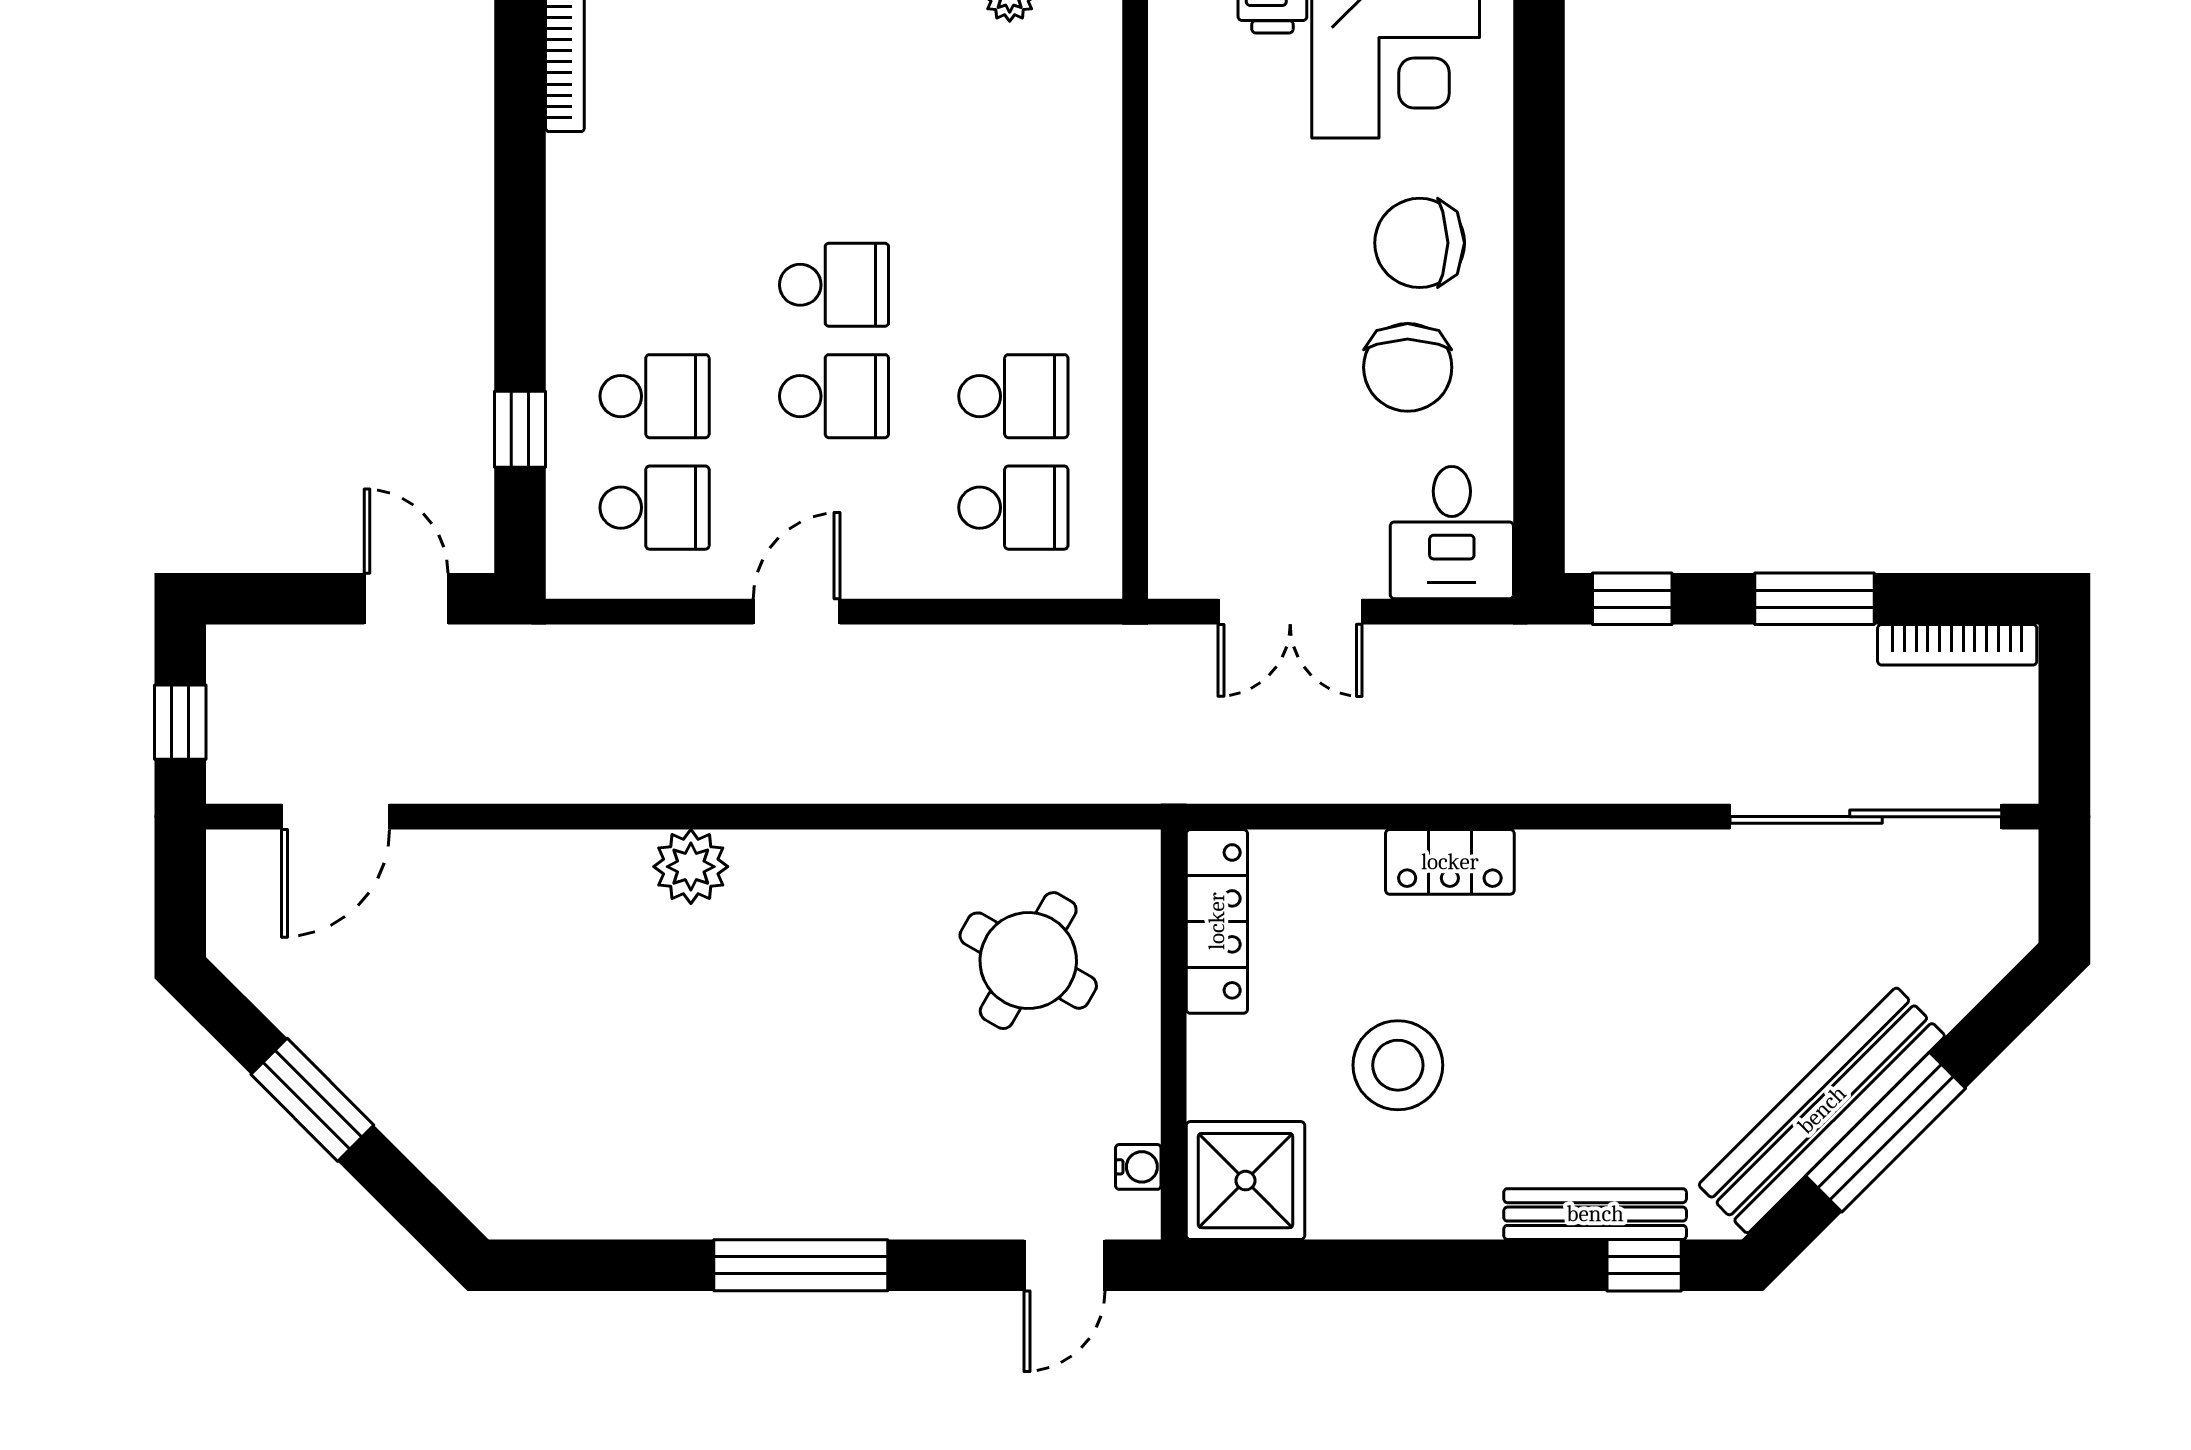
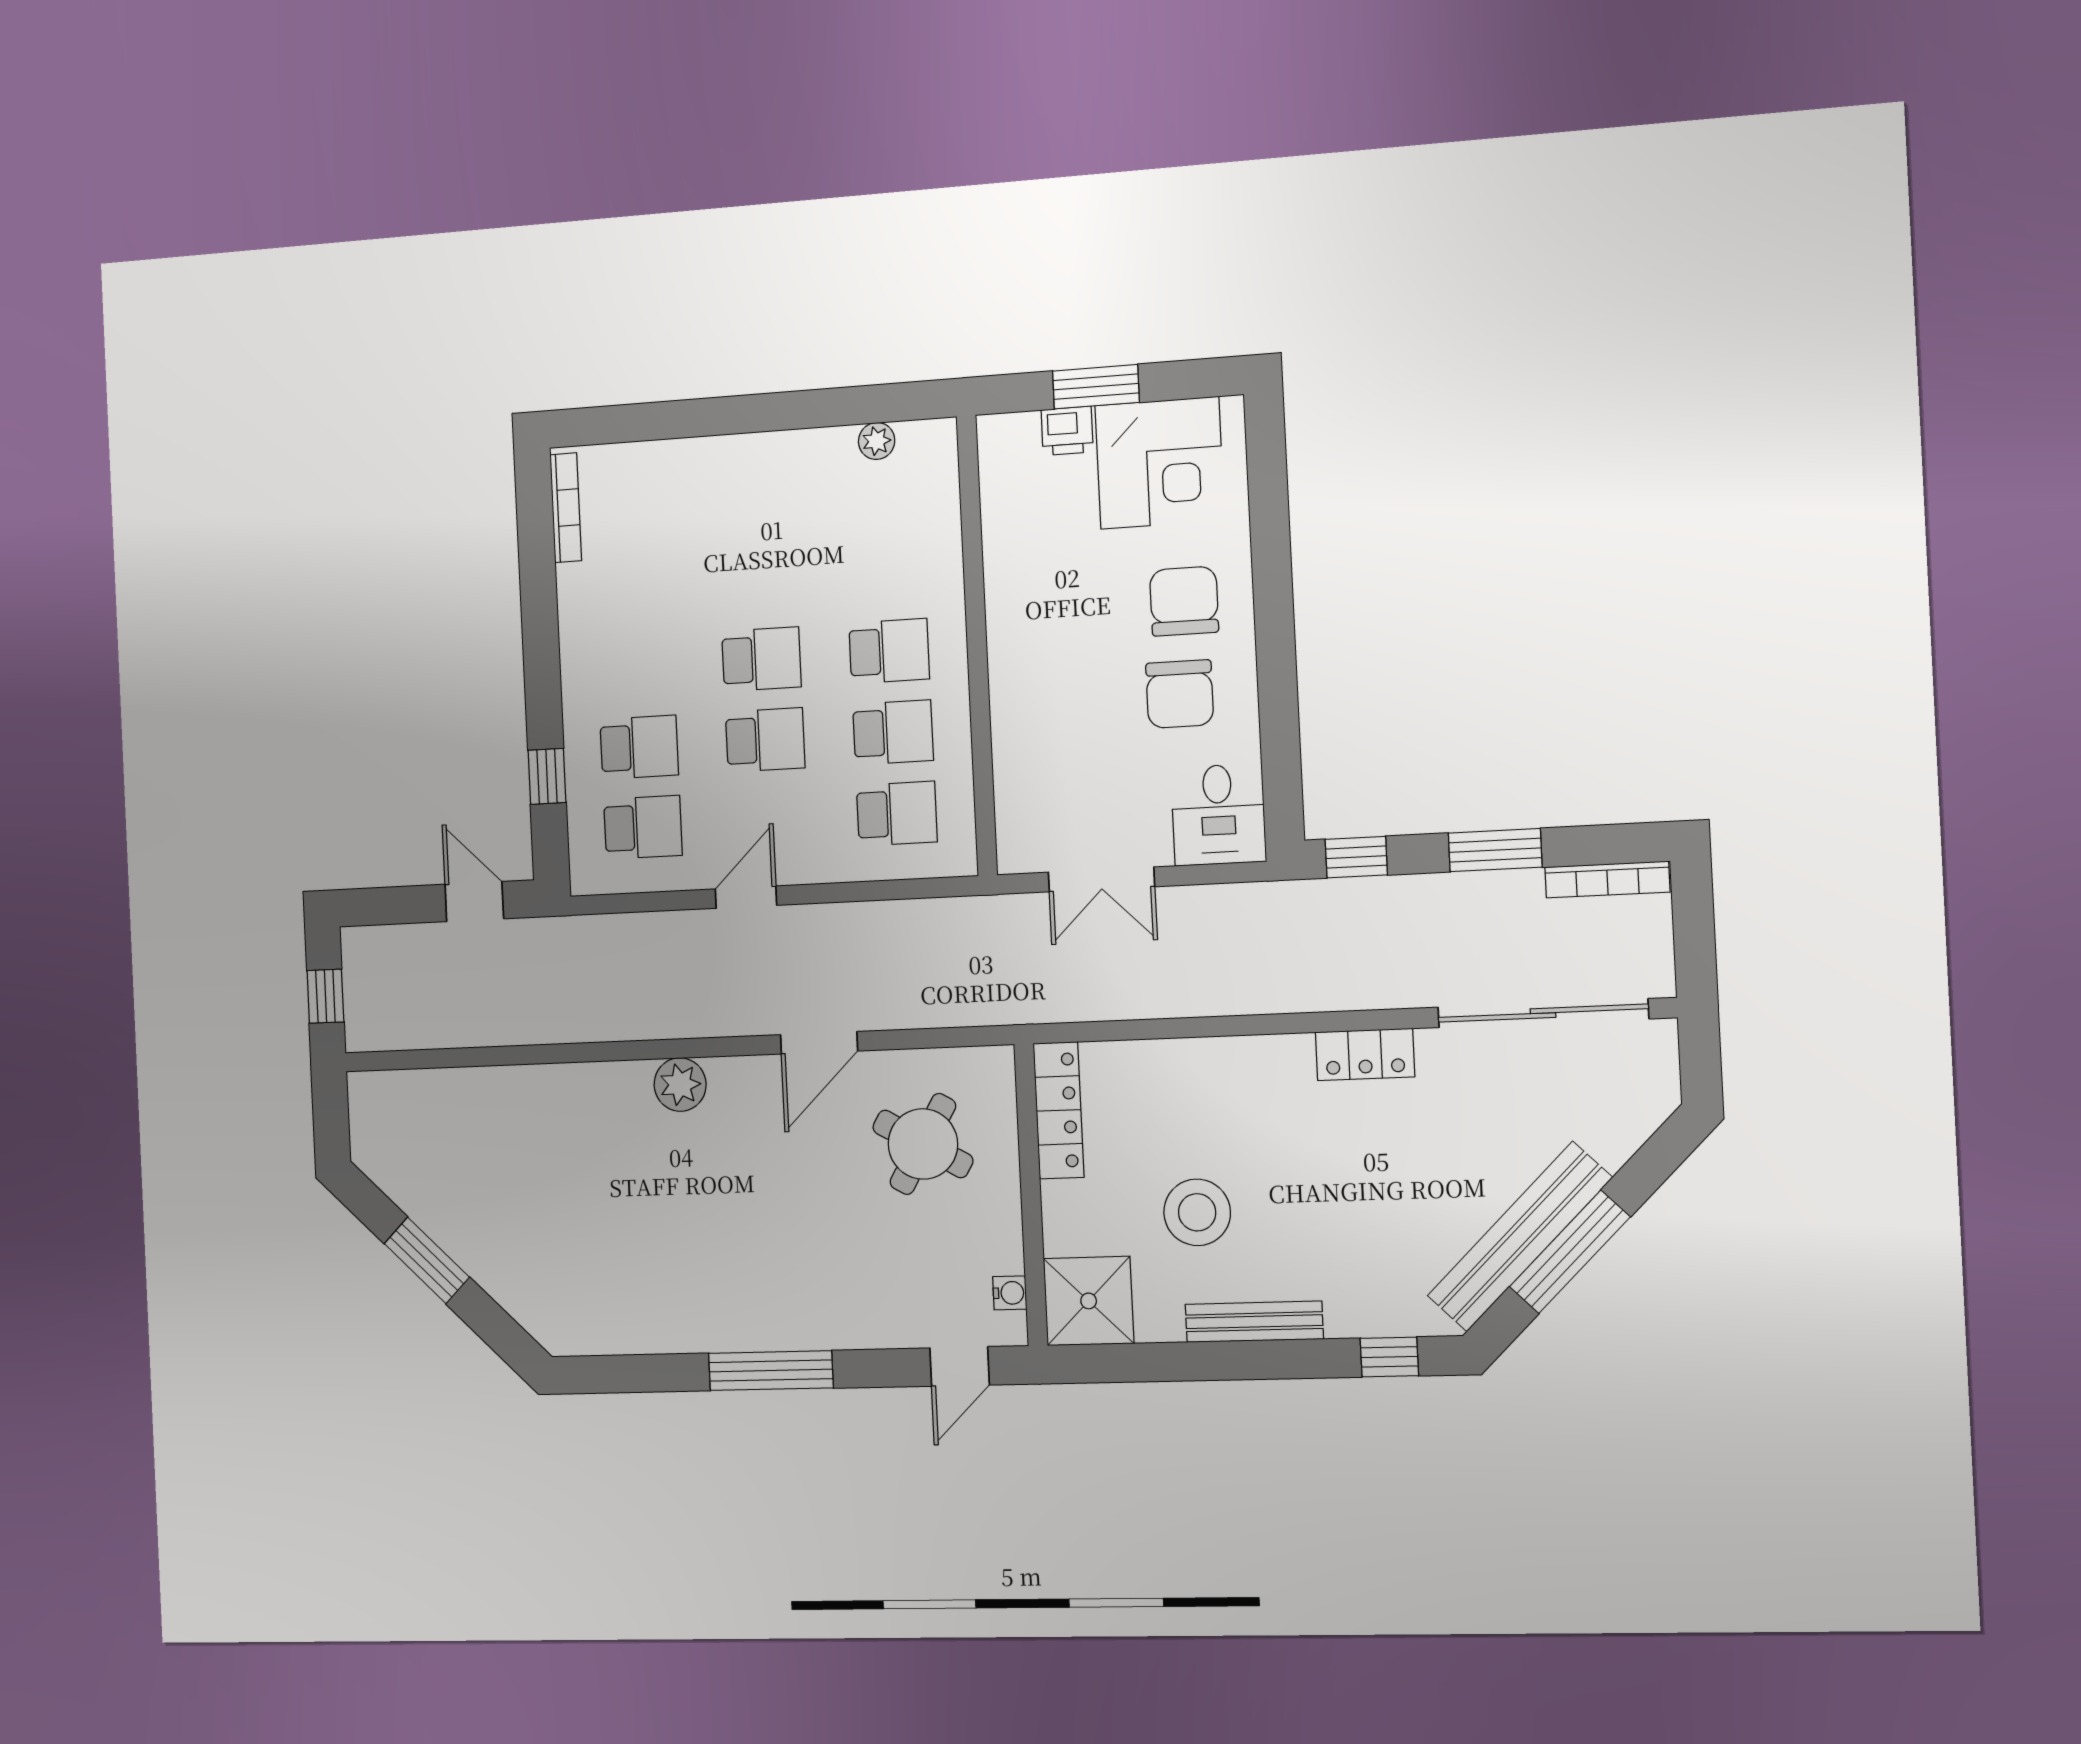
chair: (1420, 243) -> (1184, 601), turned 90
school desk: (1013, 285) -> (889, 651), added
door: (335, 817) -> (819, 1043), moved
locker: (1450, 862) -> (1365, 1054), moved
bench: (1595, 1214) -> (1254, 1322), moved

